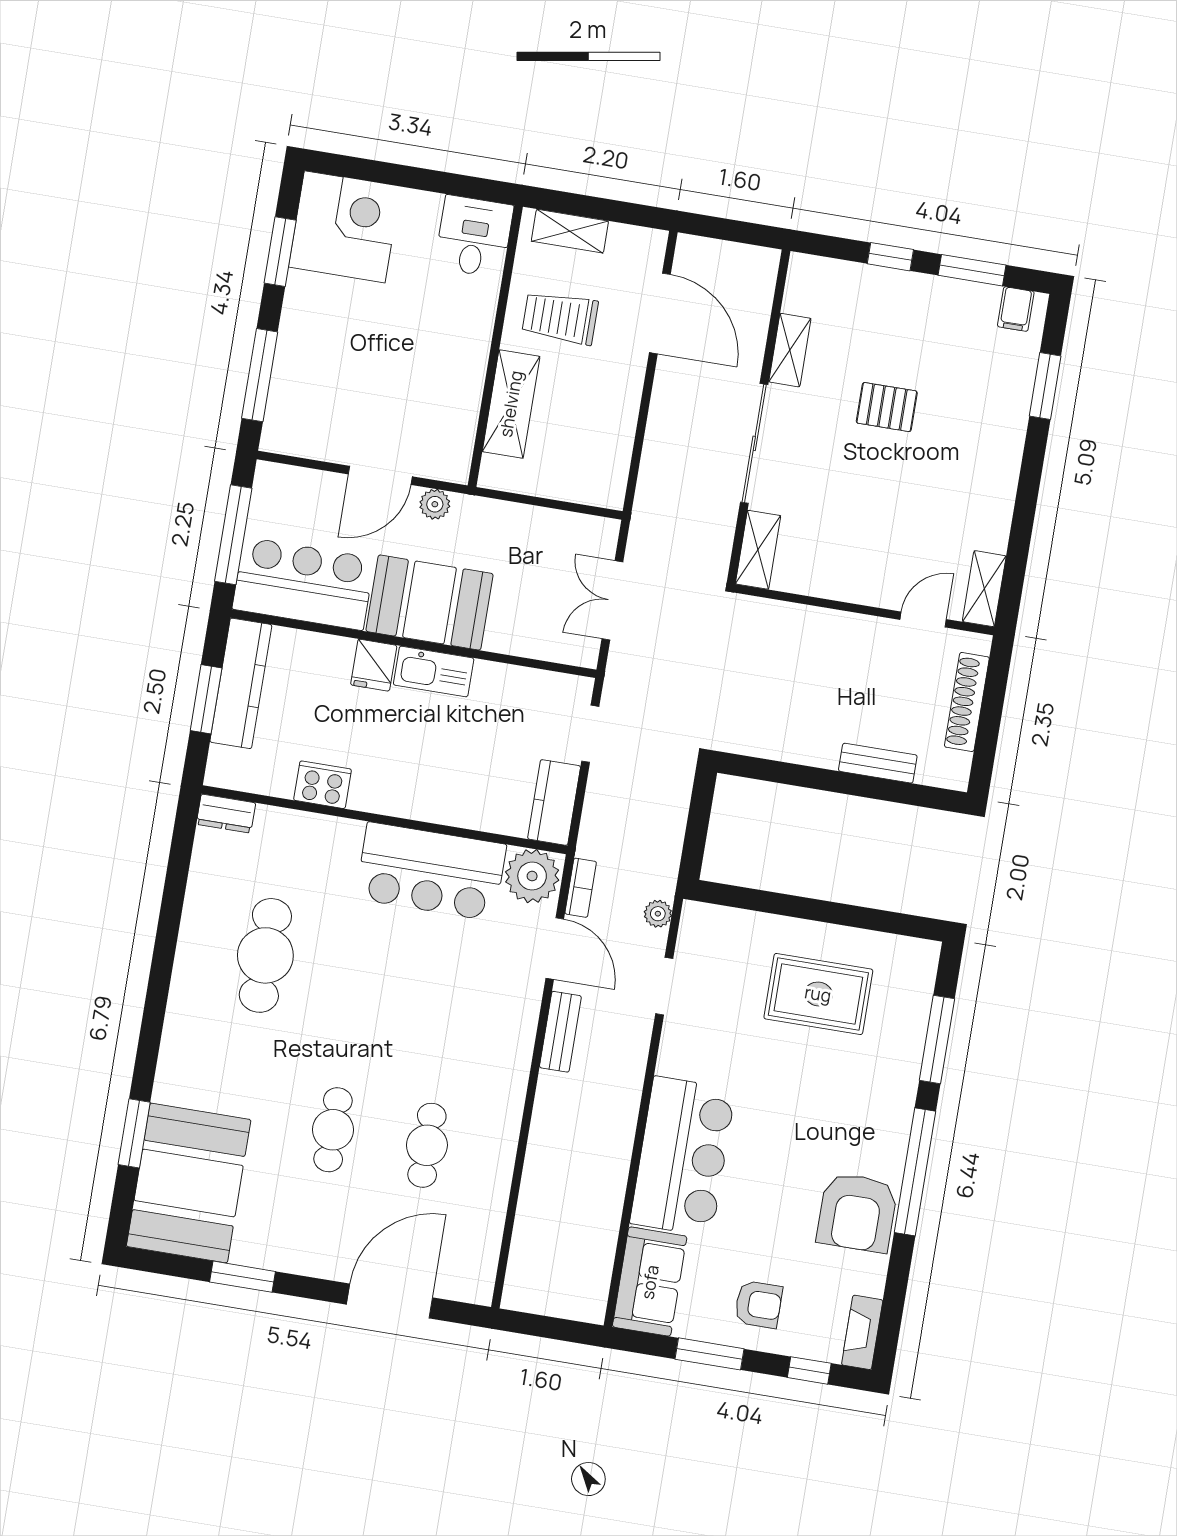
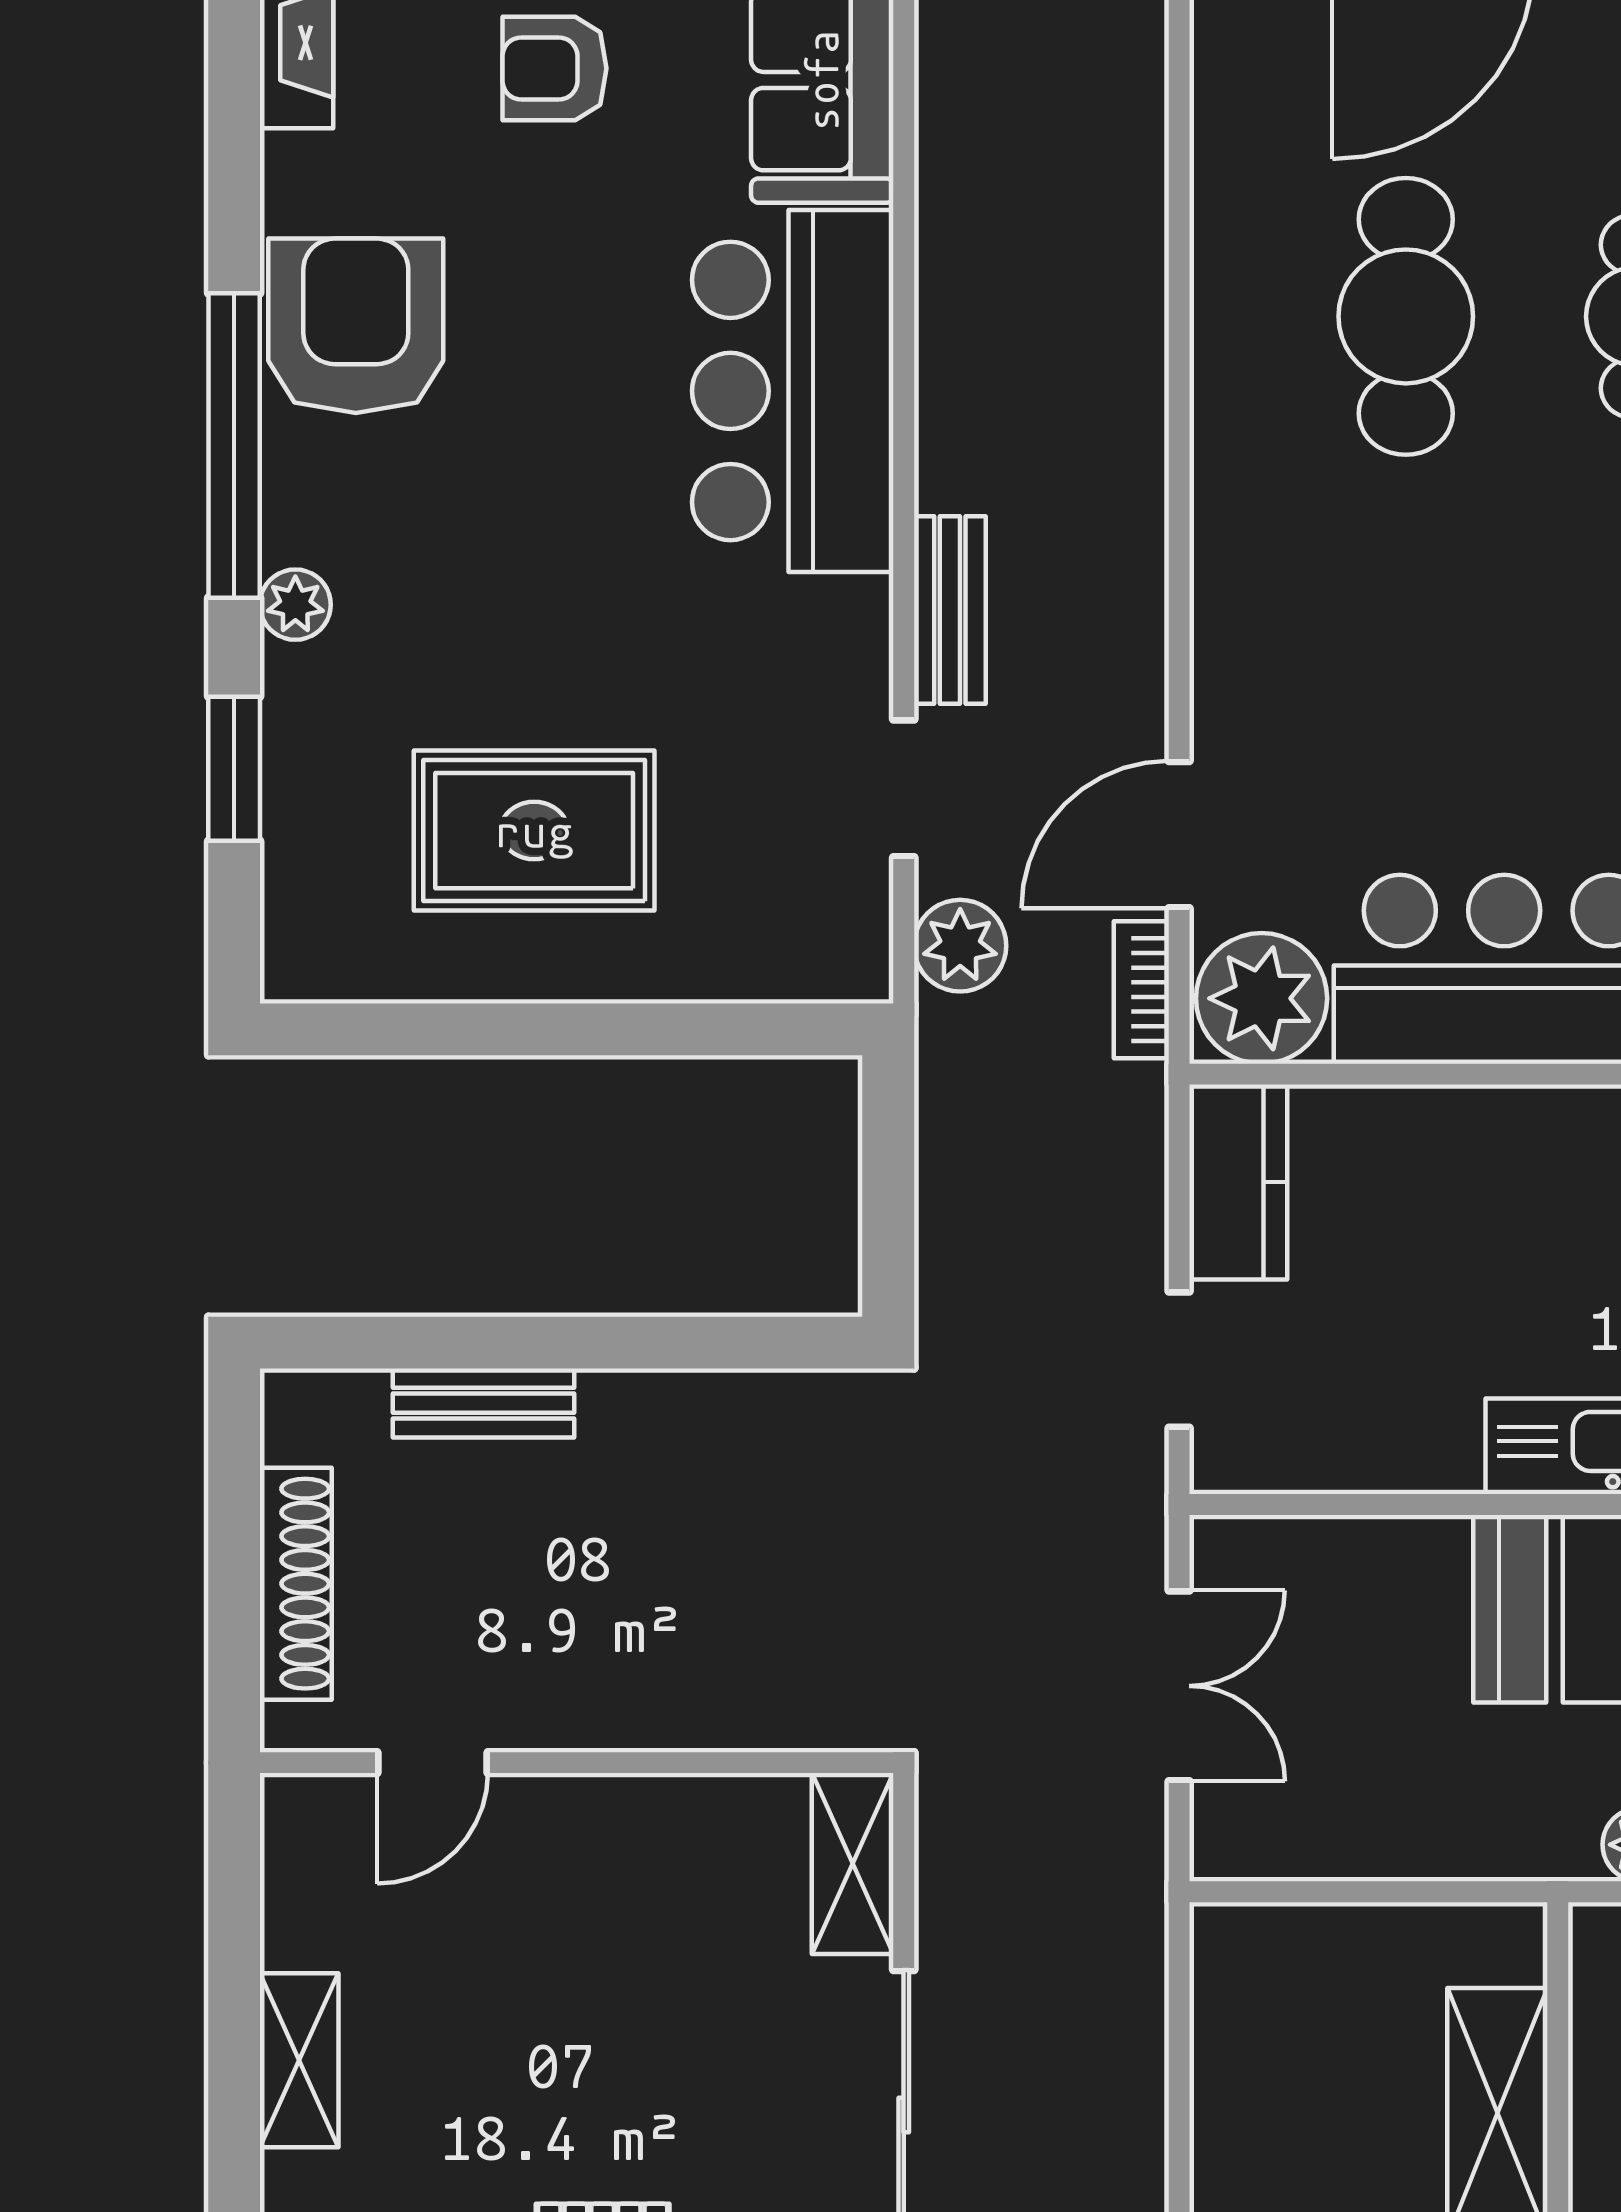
shelving: (984, 589) -> (299, 2060), moved
plant: (658, 914) -> (960, 946), width x1.38, depth x1.38
door: (555, 949) -> (1179, 835), hinge flipped
bench: (560, 1032) -> (950, 610), moved
window: (937, 1040) -> (234, 769), width x0.69
plant: (901, 1103) -> (295, 605), added
cafe table: (427, 1145) -> (1406, 316), width x1.37, depth x1.35

